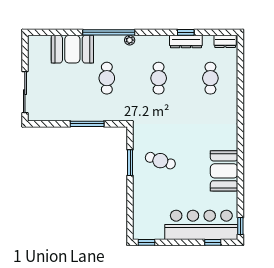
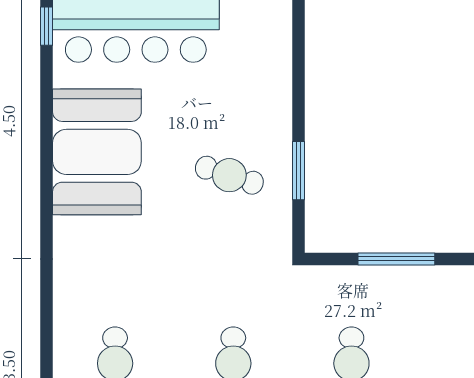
booth: (224, 171) -> (97, 152), width x1.36, depth x1.42

